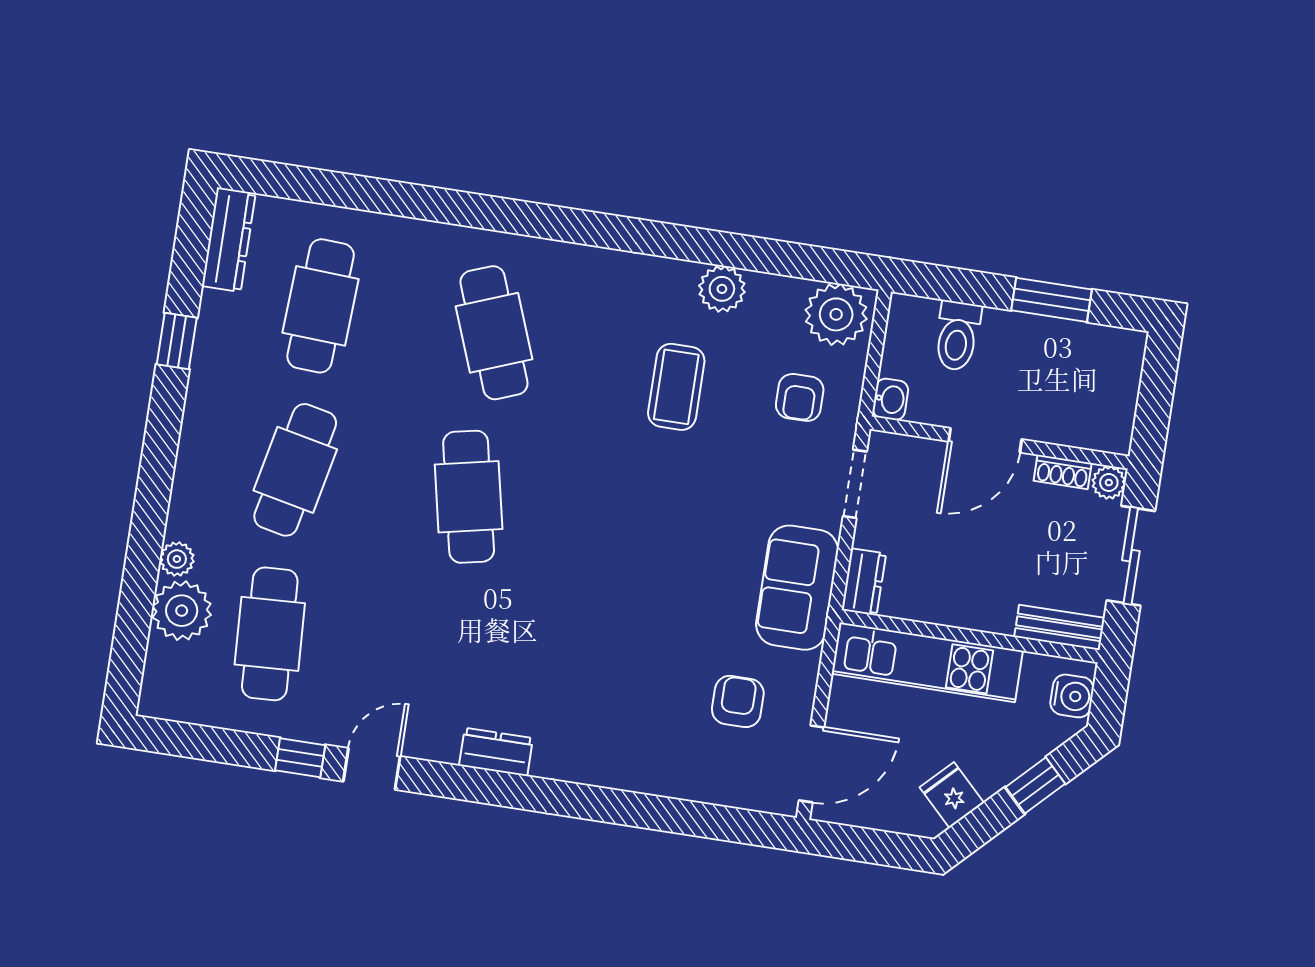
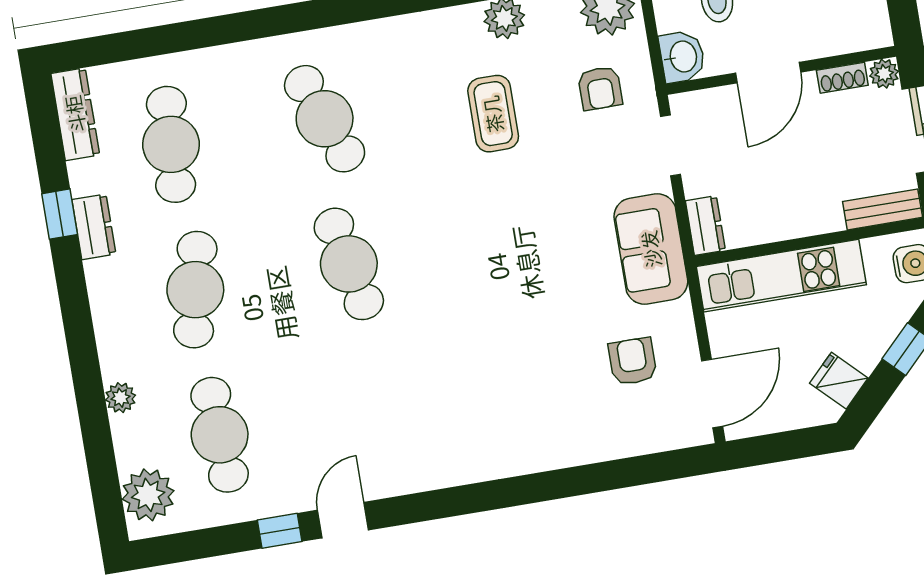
washbasin: (890, 399) -> (682, 57), width x1.38, depth x1.45
plant: (182, 611) -> (148, 495), moved
dresser: (496, 752) -> (94, 227), moved, turned 90

